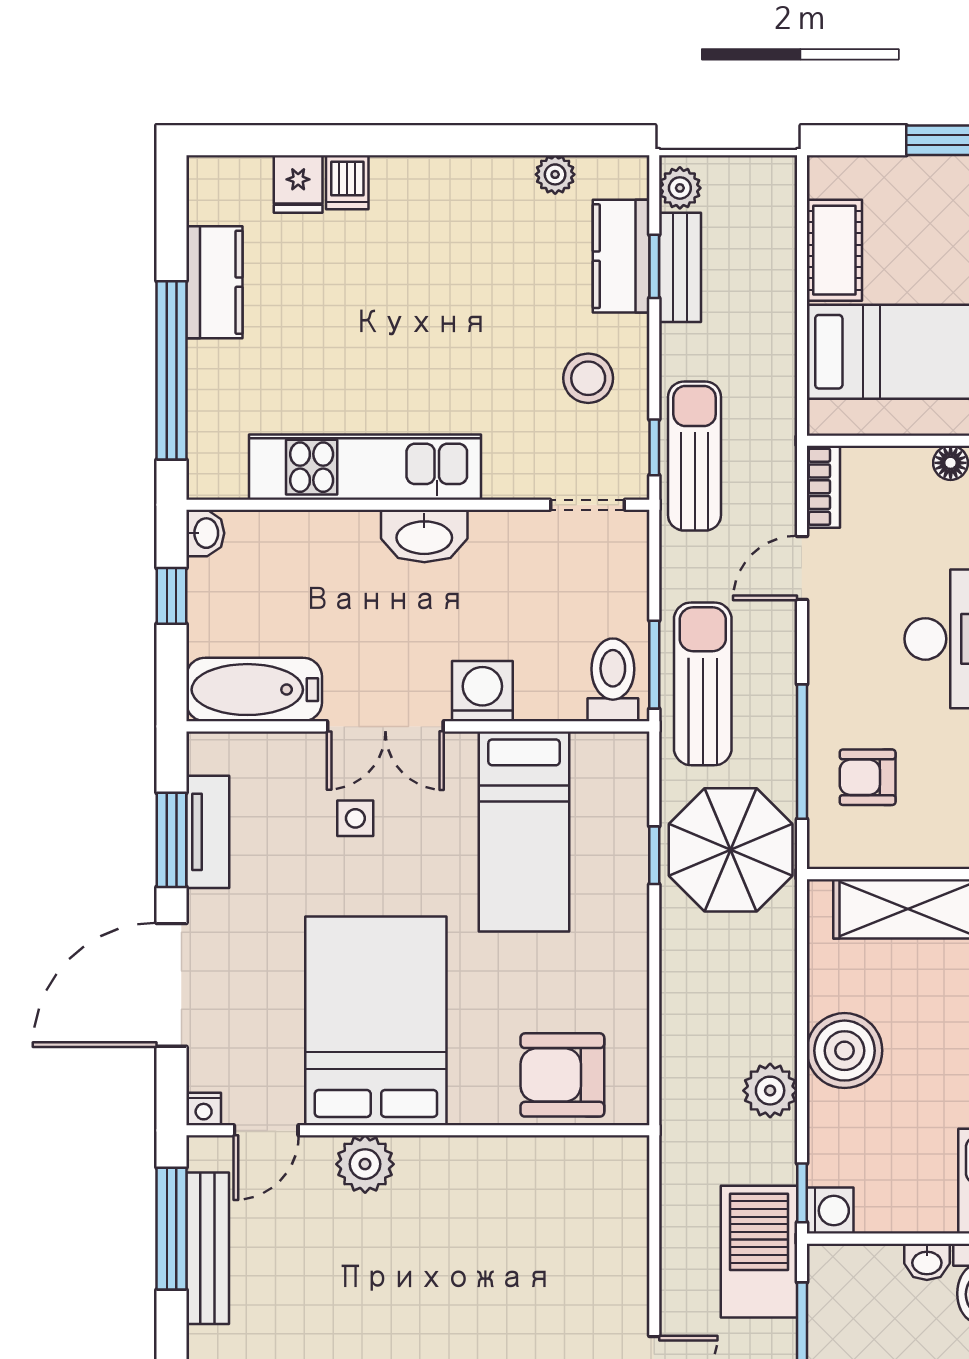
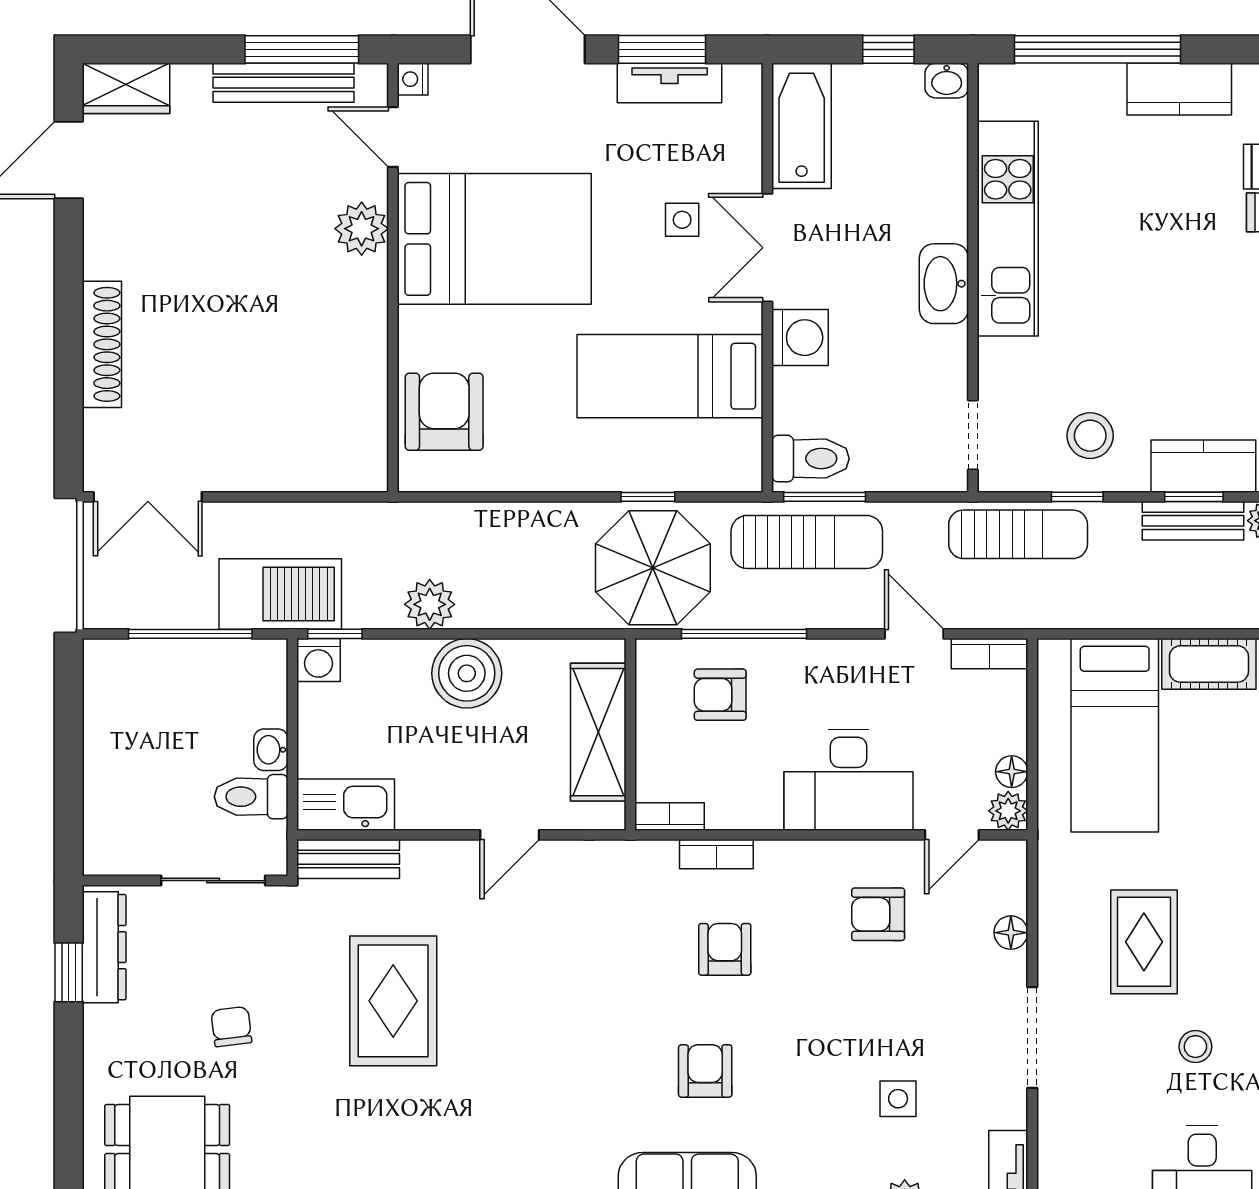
window: (654, 447) -> (1077, 497), moved
armchair: (868, 777) -> (720, 695), turned -90

